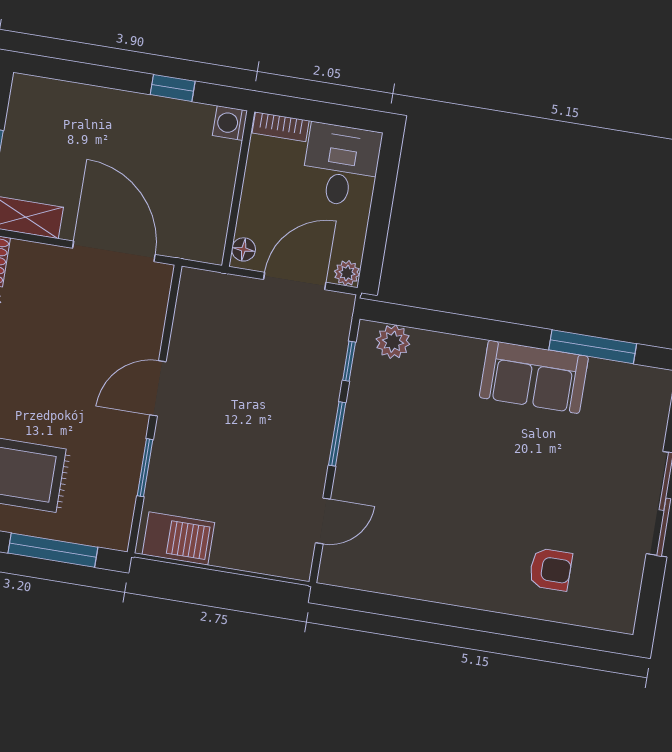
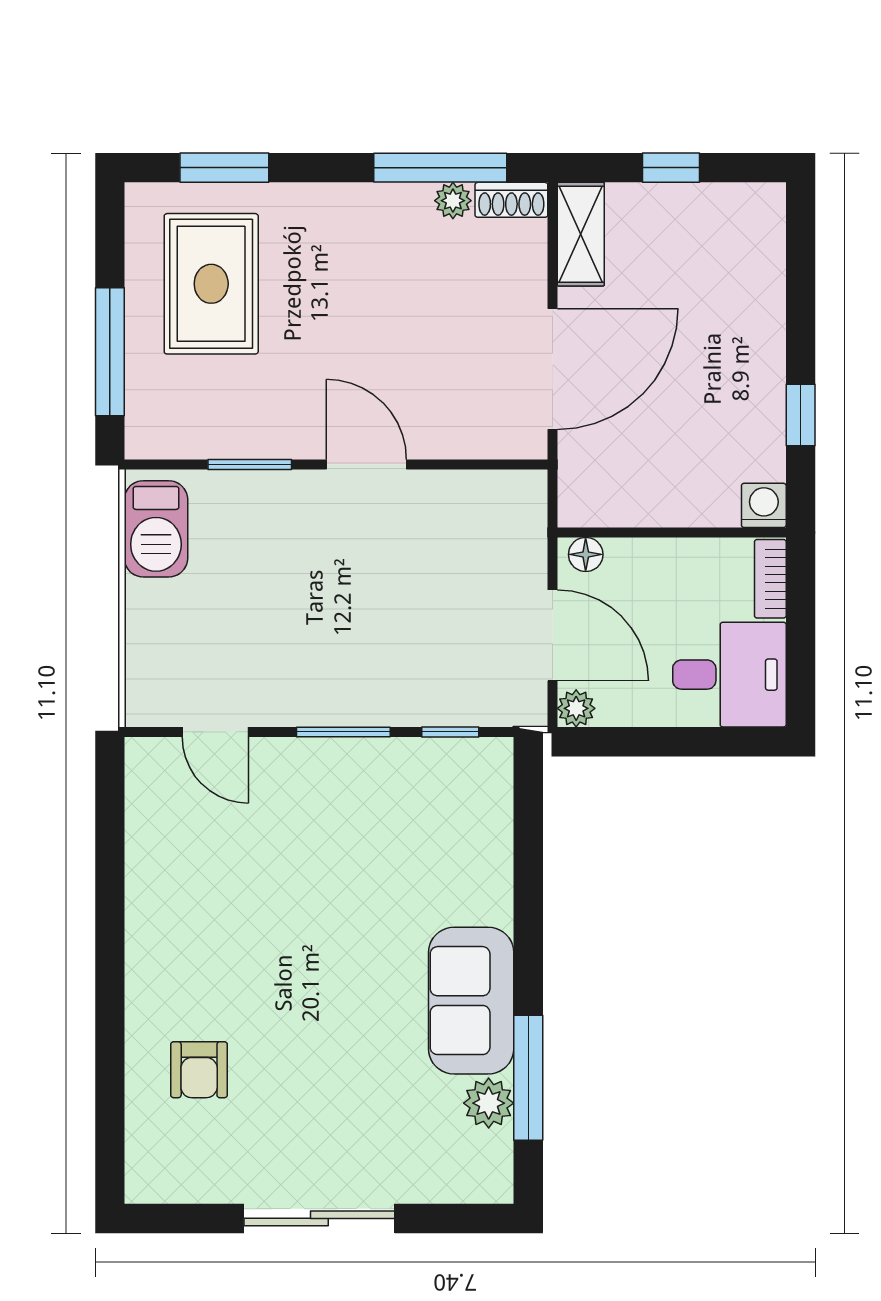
plant: (393, 342) -> (489, 1103), moved

